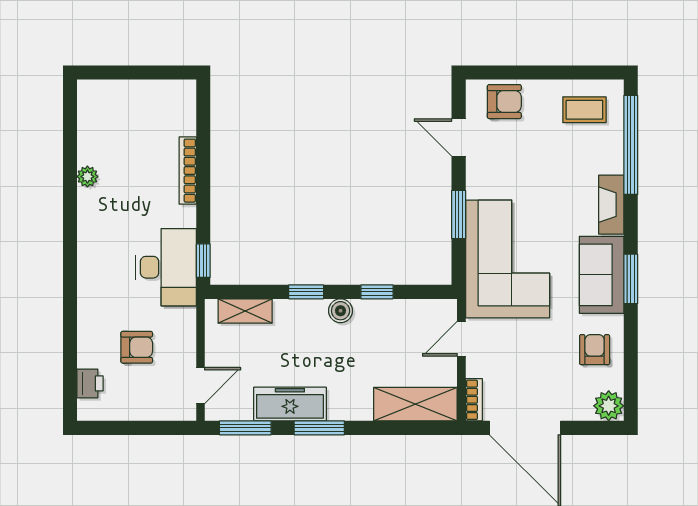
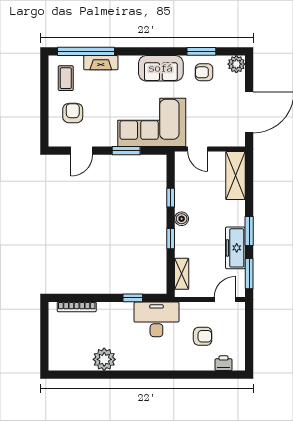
armchair: (504, 102) -> (73, 113), moved
bookcase: (188, 171) -> (77, 307), moved
plant: (87, 177) -> (104, 359), width x1.88, depth x1.88
fireplace: (611, 205) -> (101, 63), moved
window: (203, 261) -> (133, 298), moved
window: (631, 279) -> (201, 51), moved
armchair: (137, 347) -> (203, 336), turned 90
door: (200, 385) -> (225, 300), hinge flipped
bookcase: (474, 400) -> (233, 142), removed

